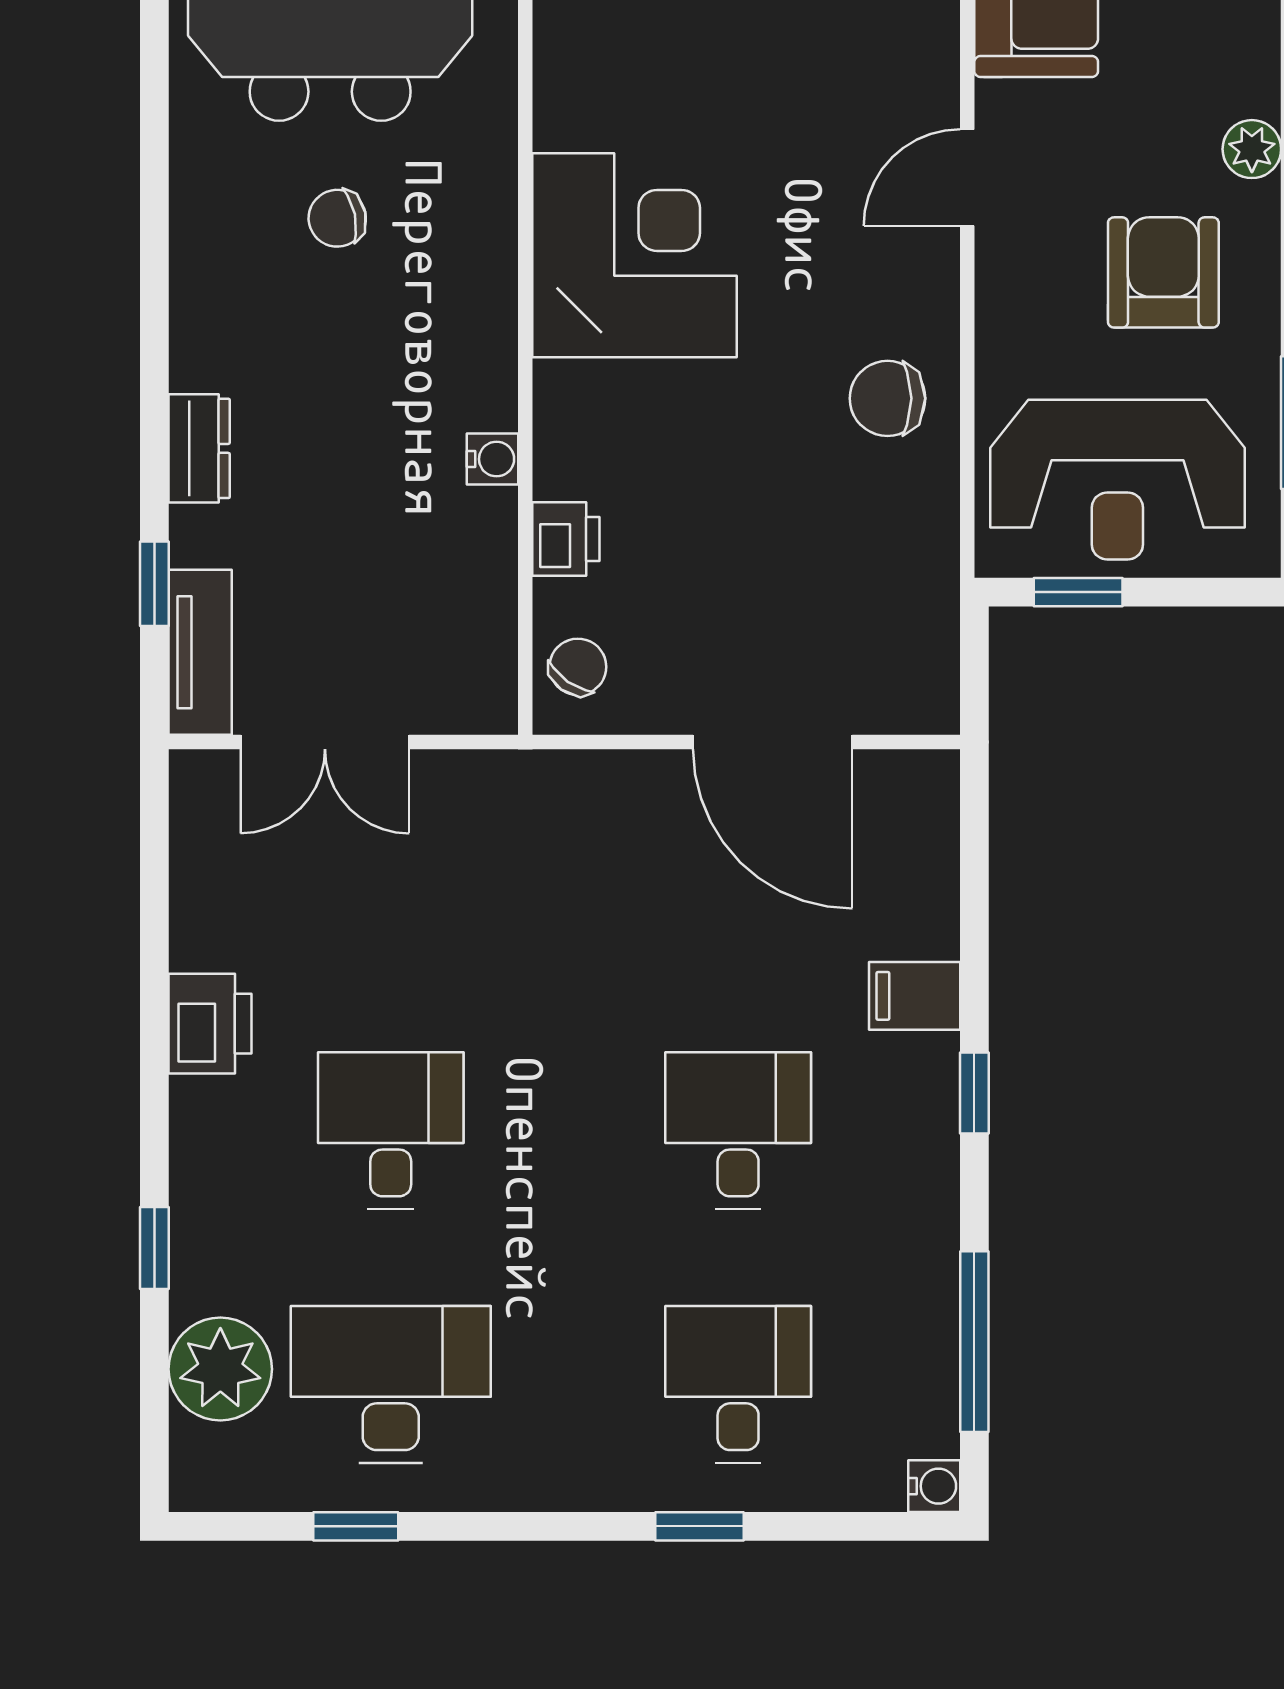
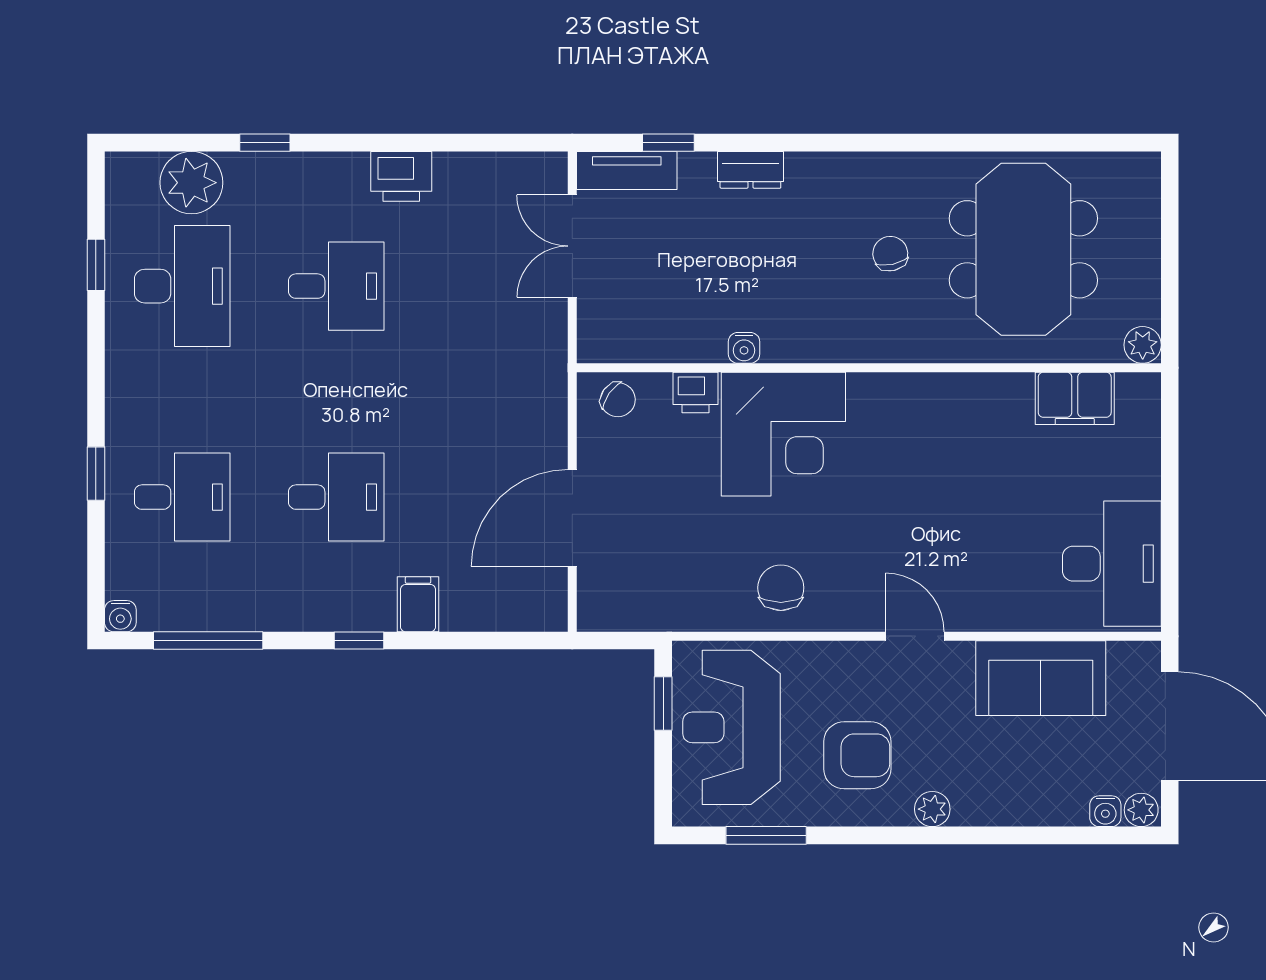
corner desk: (634, 255) -> (783, 434), moved

